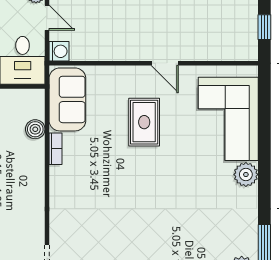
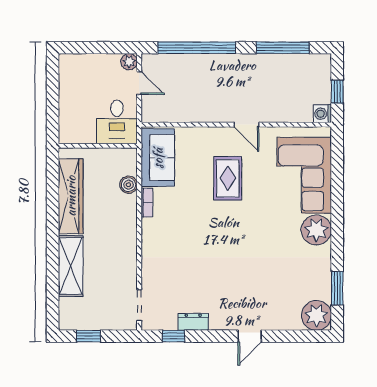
washing machine: (59, 51) -> (322, 114), moved, turned 180
plant: (246, 174) -> (316, 230), width x1.36, depth x1.36

